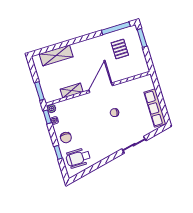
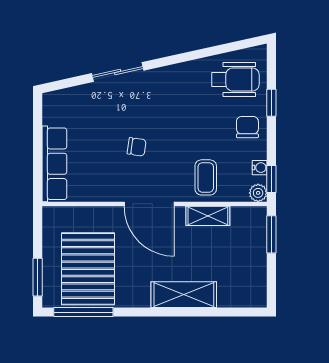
pallet: (120, 49) -> (88, 269), width x2.05, depth x2.00
shelving: (56, 55) -> (184, 295), moved
door: (101, 88) -> (149, 204), hinge flipped
coffee table: (78, 108) -> (206, 177), added
row of seats: (155, 108) -> (54, 164), moved

